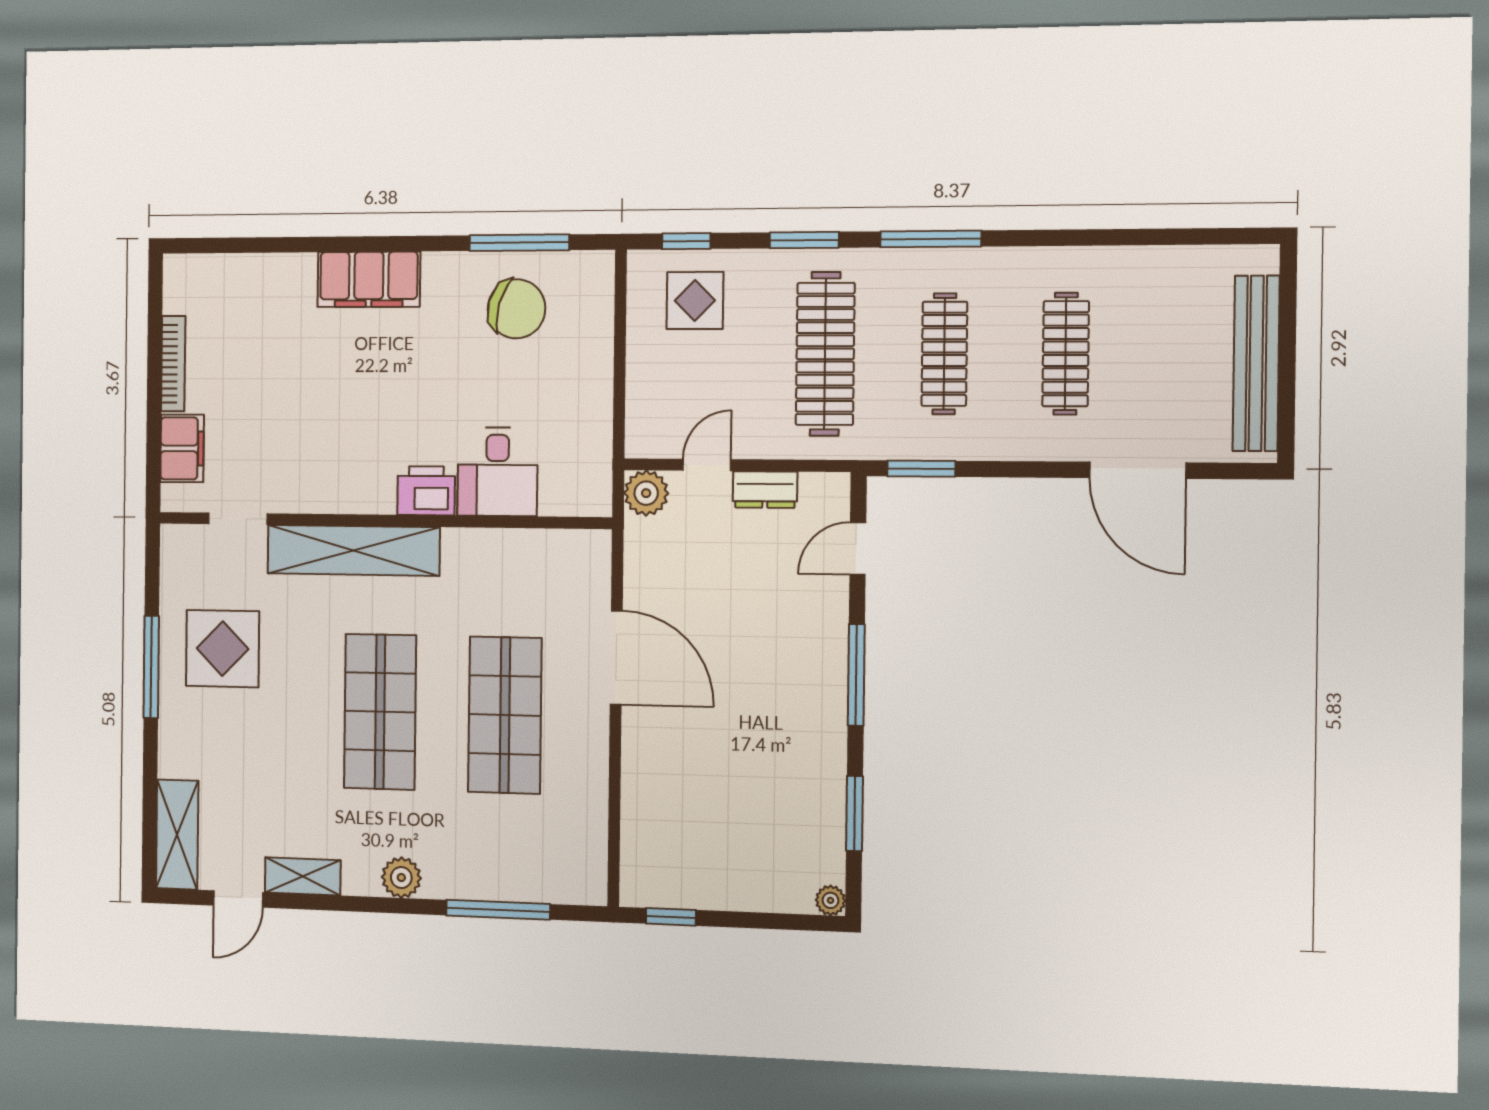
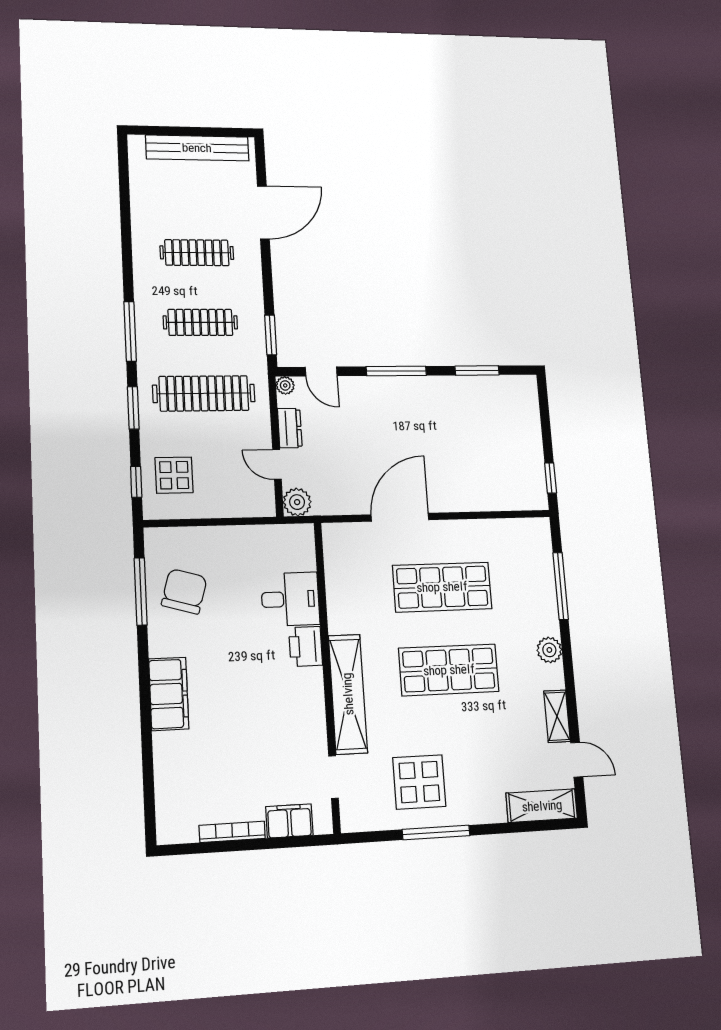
plant: (830, 900) -> (285, 385), moved

